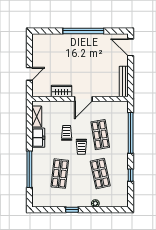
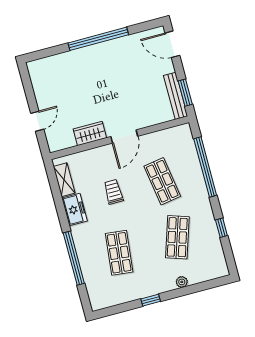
window: (131, 81) -> (185, 93), added
trolley: (81, 147) -> (140, 206), removed
shop shelf: (100, 174) -> (177, 237), turned 30

